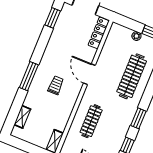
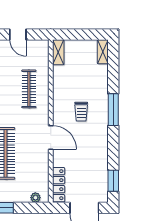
plant: (136, 36) -> (35, 198), moved
shelving: (22, 117) -> (103, 52), moved

